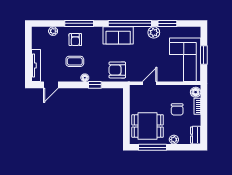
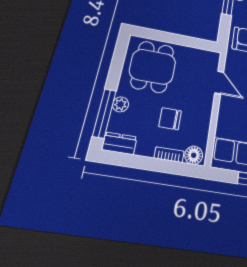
window: (152, 147) -> (104, 113), moved

